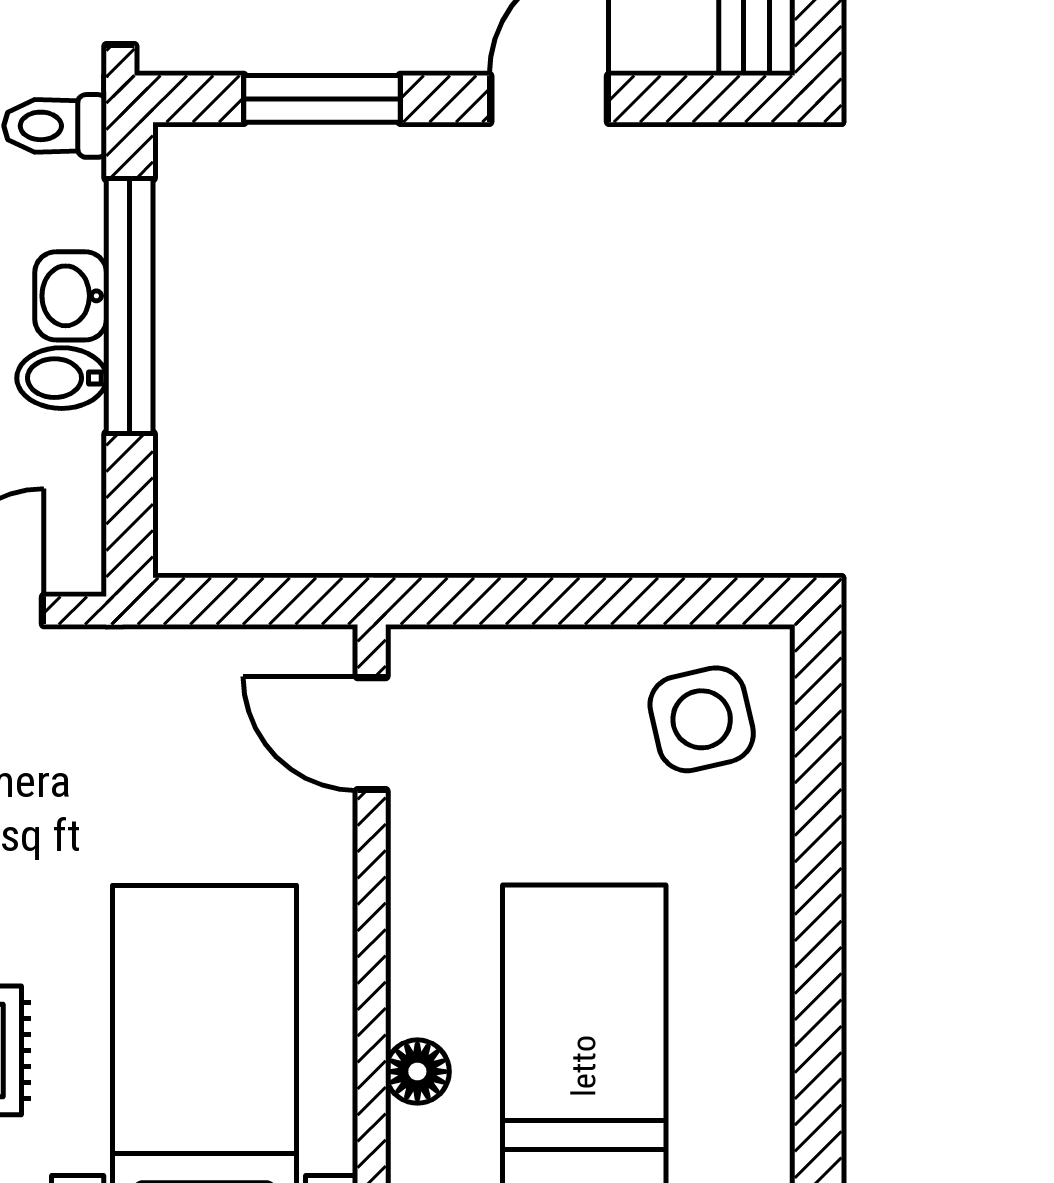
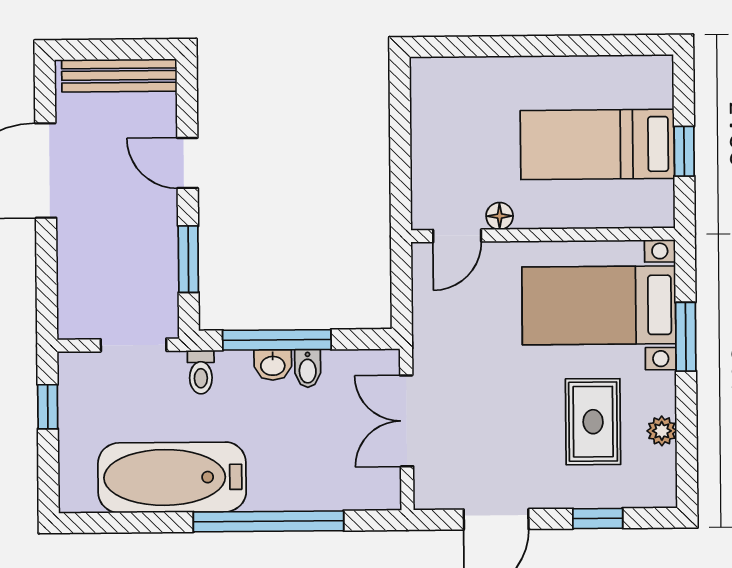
side table: (702, 719) -> (450, 96), removed
floor lamp: (417, 1072) -> (500, 216), moved

